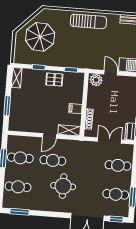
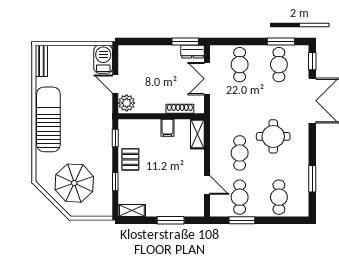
sun lounger: (88, 21) -> (48, 119), width x1.36, depth x1.34
door: (111, 73) -> (115, 84), hinge flipped
door: (49, 136) -> (207, 185), moved
window: (19, 212) -> (312, 179), moved

